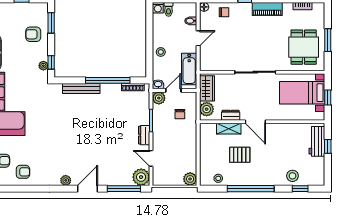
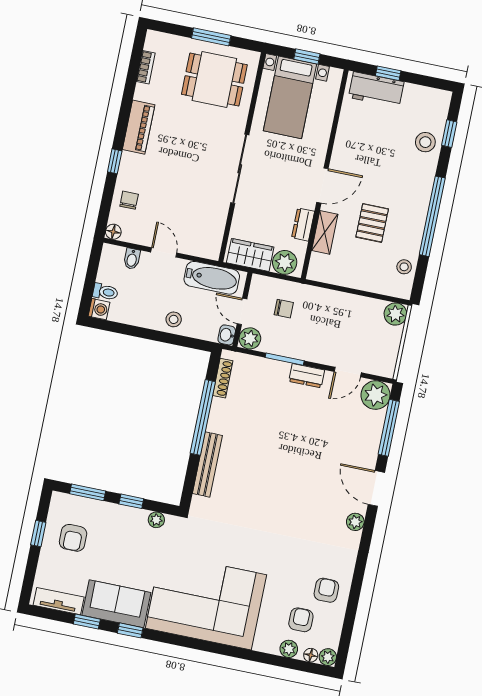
armchair: (33, 34) -> (73, 538), moved
window: (51, 62) -> (131, 501), moved

